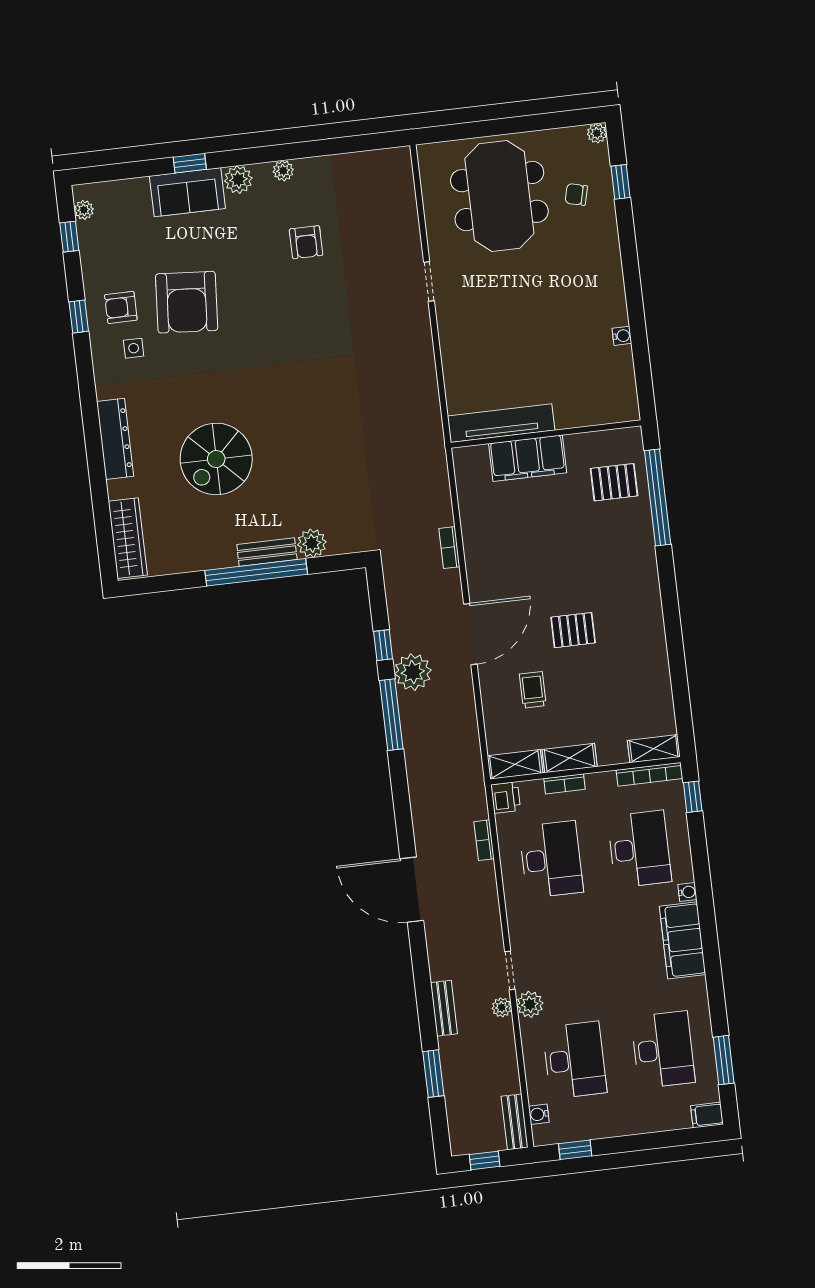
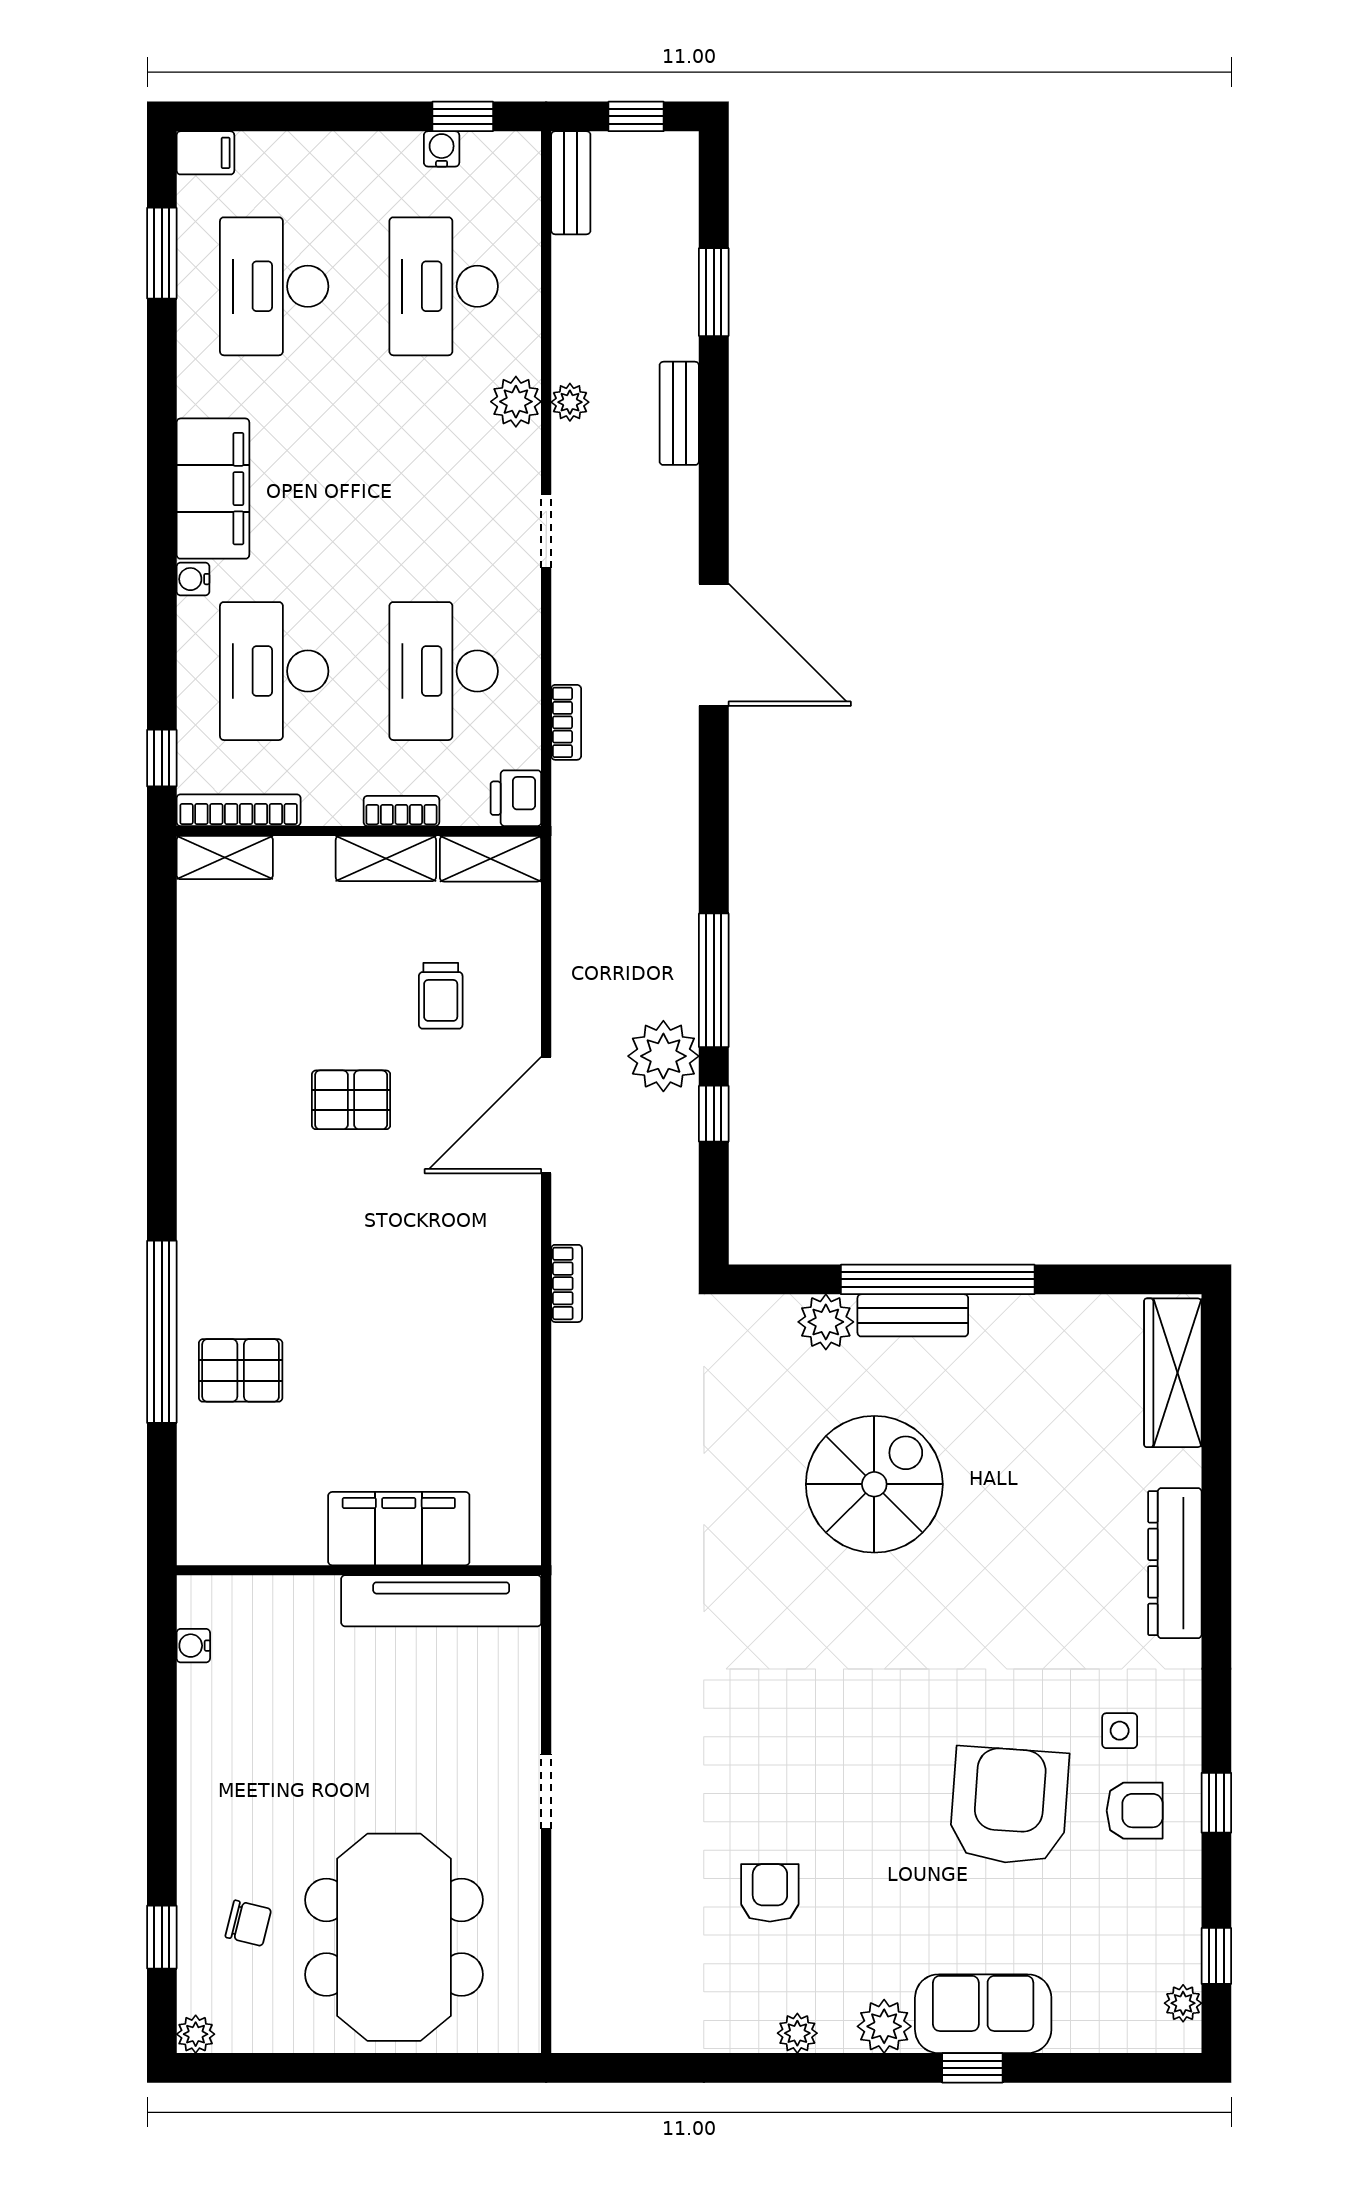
tv unit: (501, 423) -> (441, 1601), moved
wall: (546, 434) -> (359, 1570), moved
filing cabinet: (528, 458) -> (399, 1529), moved
spiral stairs: (216, 459) -> (874, 1484), moved
doorway: (510, 970) -> (546, 531), moved
water cooler: (539, 1114) -> (442, 149), moved, turned -90

